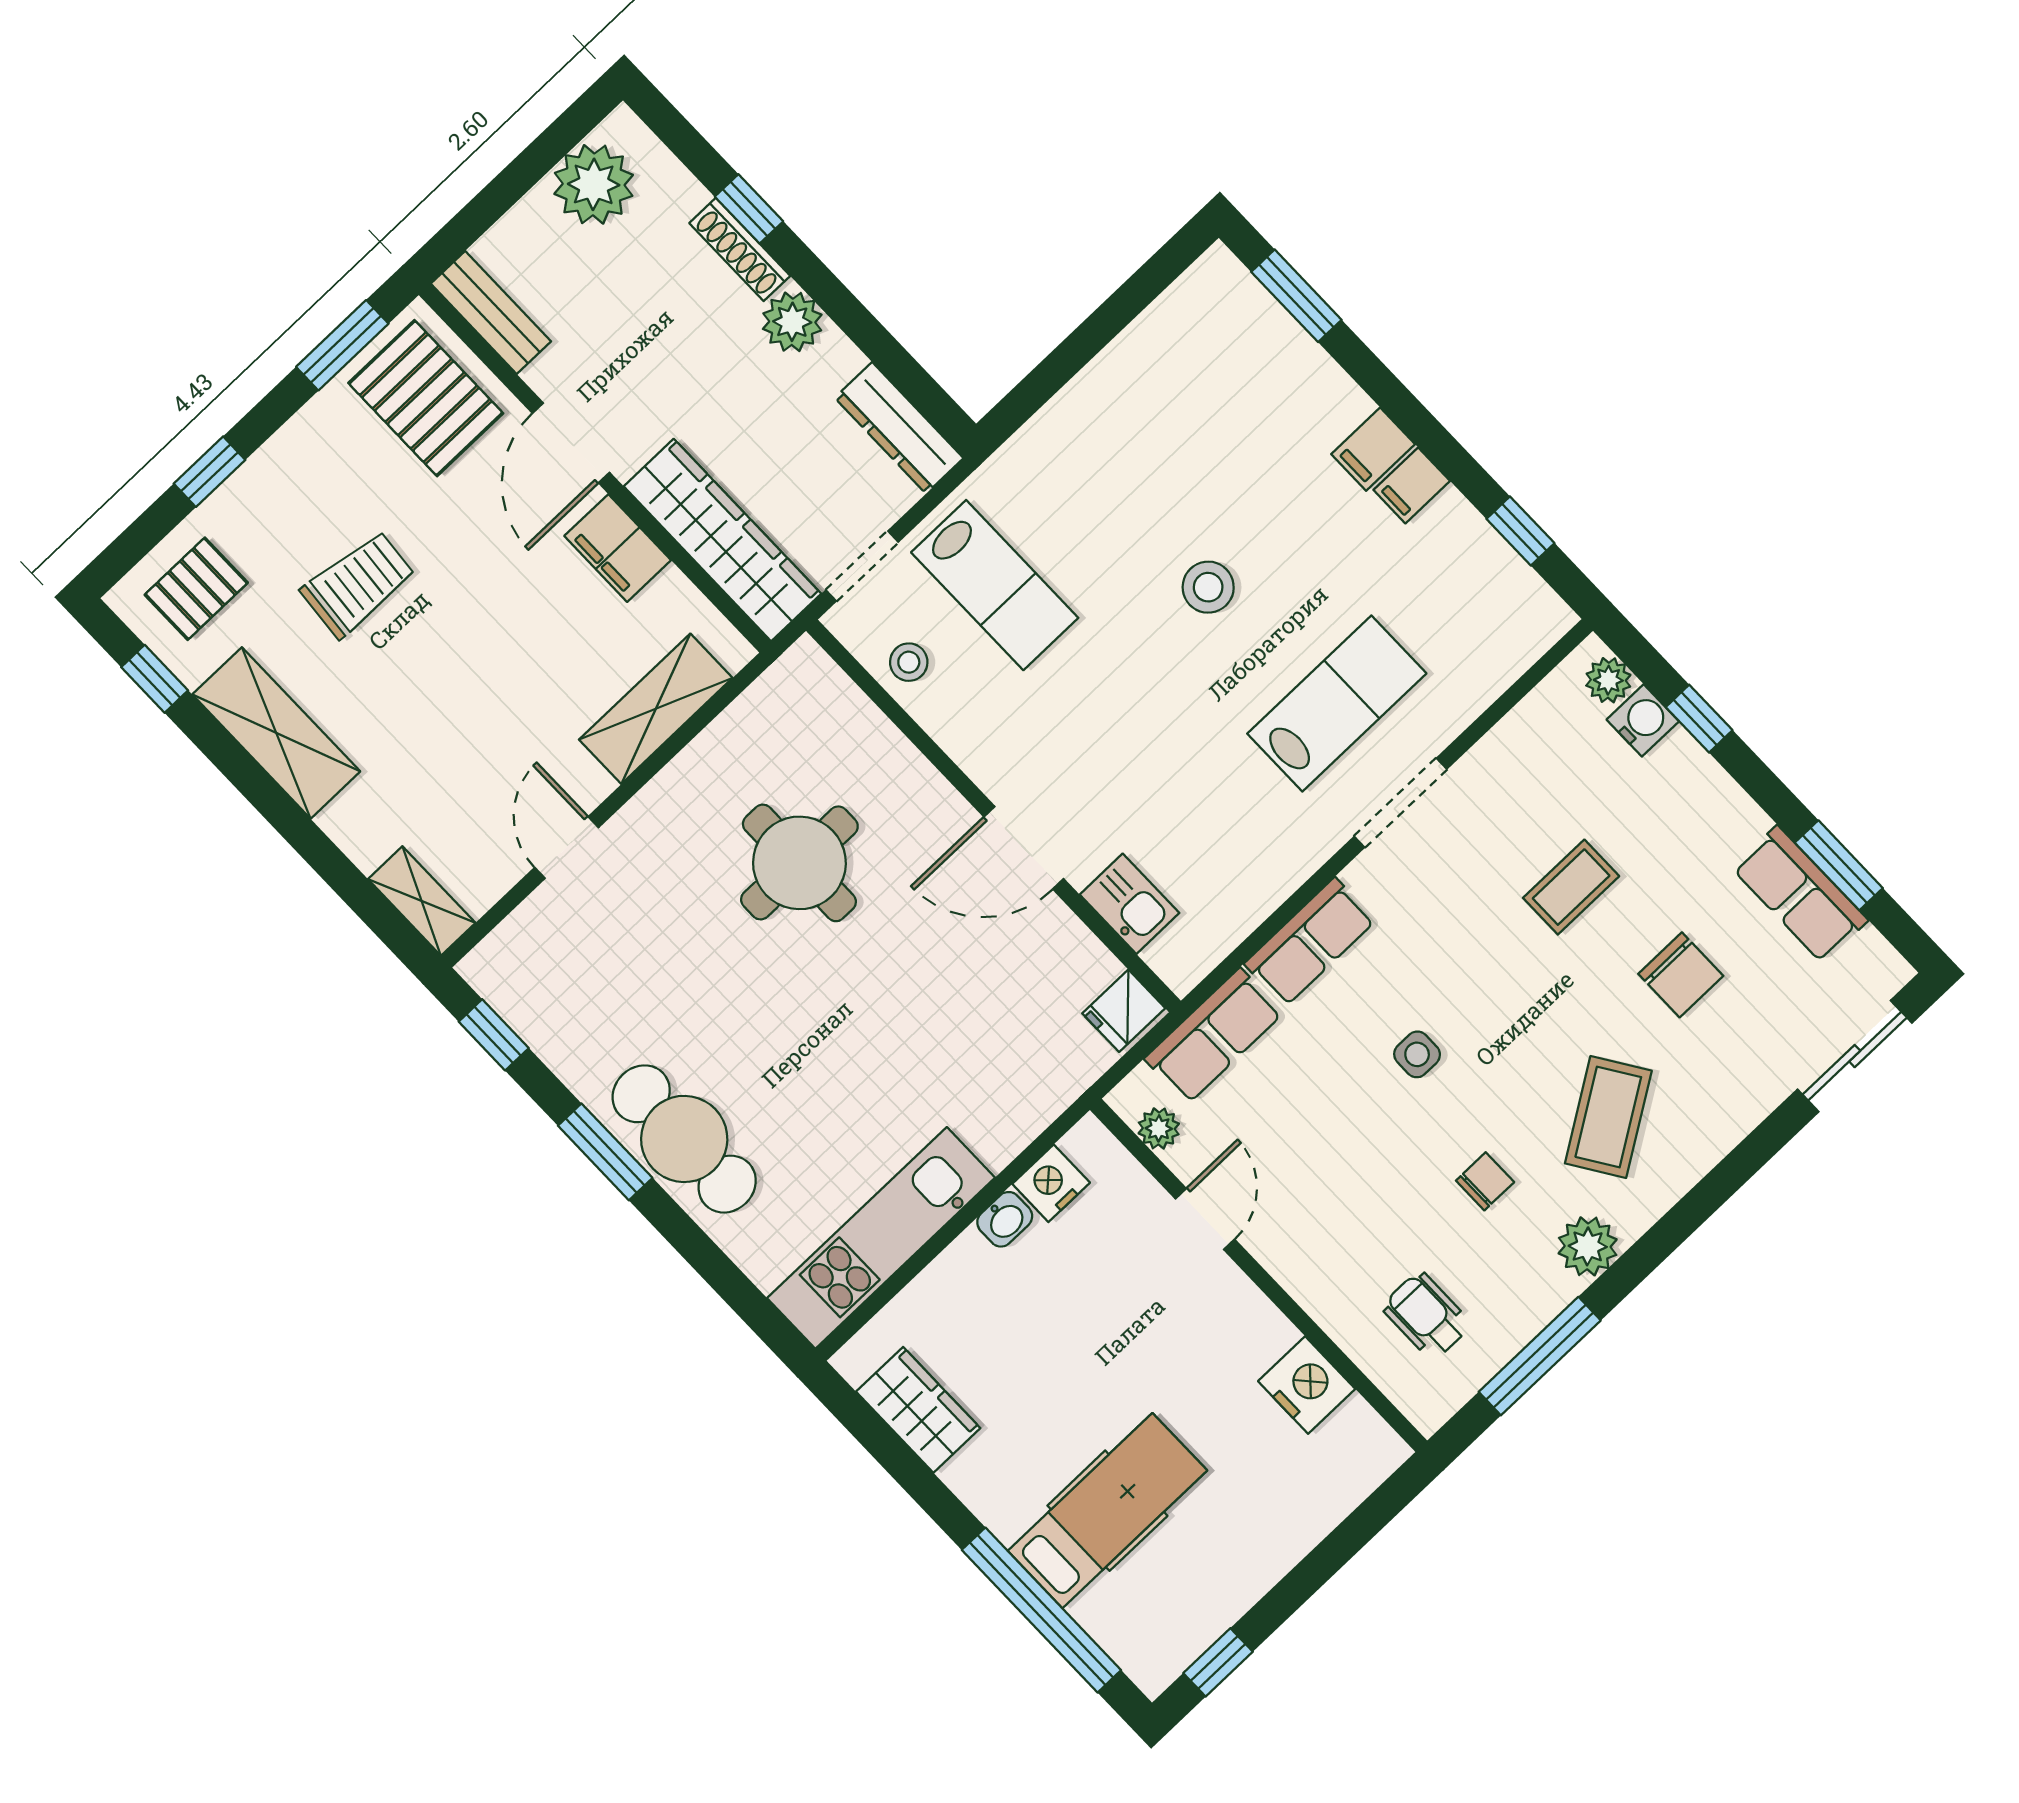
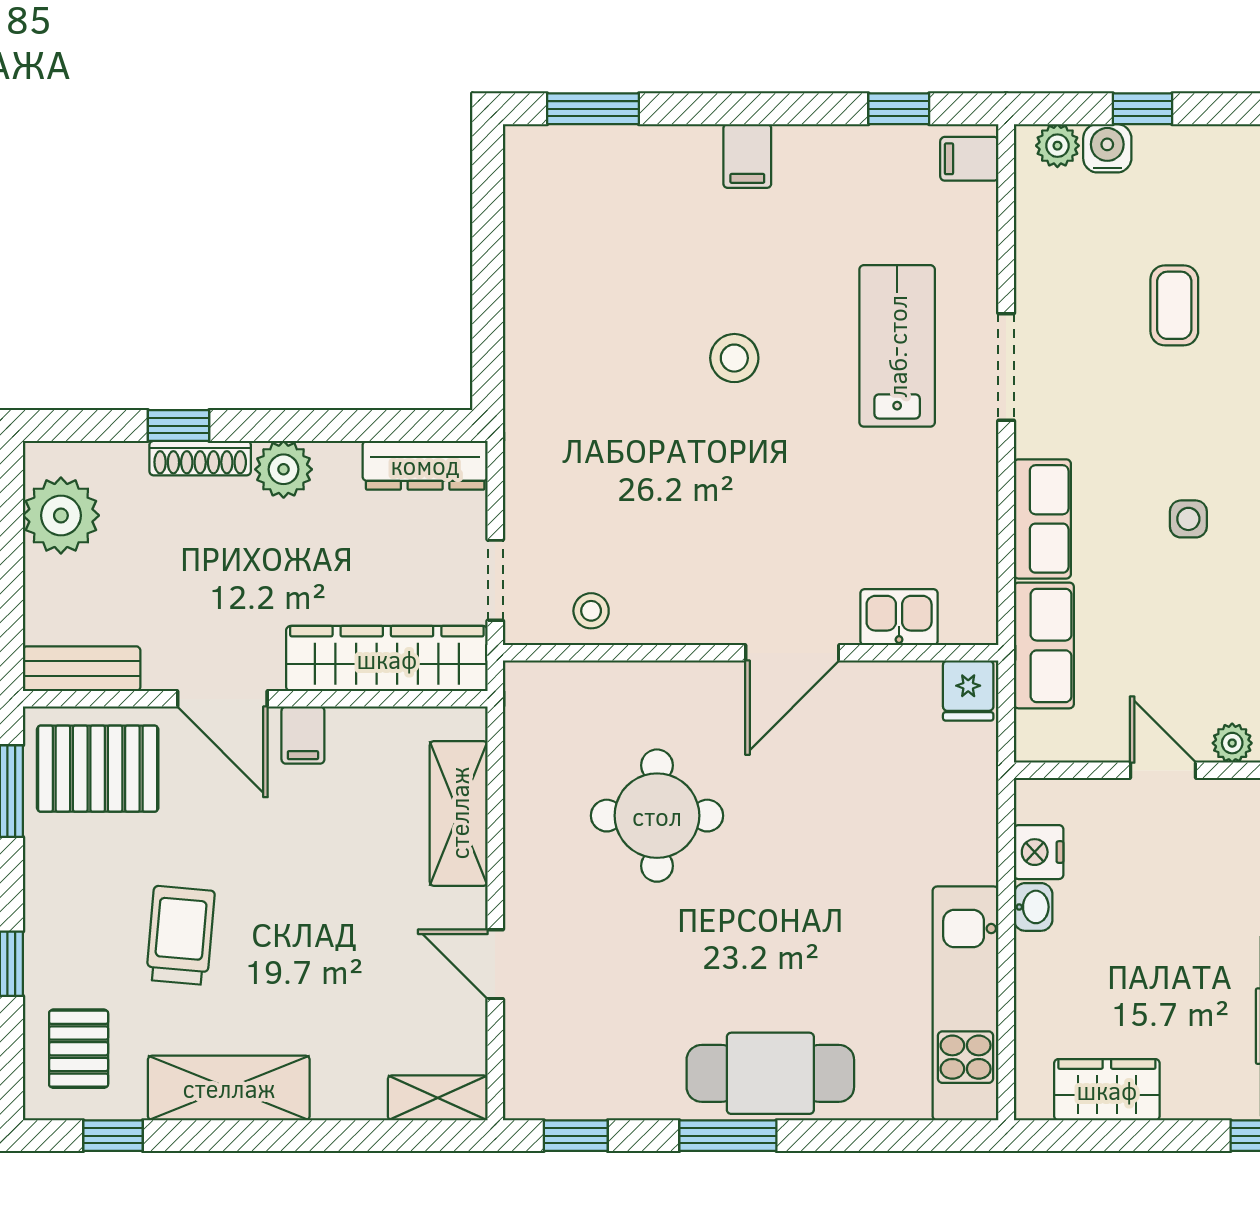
filing cabinet: (1412, 485) -> (969, 159), moved, turned 90
filing cabinet: (618, 548) -> (303, 735), width x0.50
lab bench: (995, 585) -> (594, 502), removed
plant: (1159, 1128) -> (1232, 743), moved

